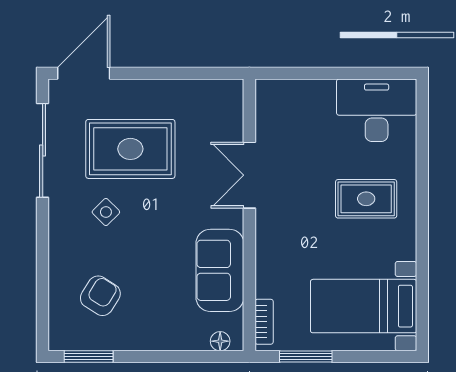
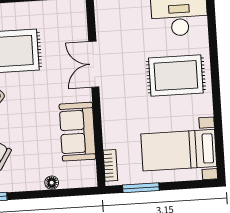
rug: (366, 199) -> (176, 76), width x1.36, depth x1.43
floor lamp: (220, 341) -> (52, 183), moved

